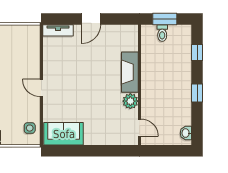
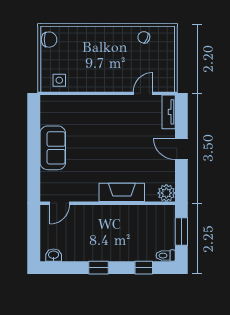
toilet: (162, 33) -> (166, 256), moved
door: (41, 88) -> (143, 93), moved
plant: (130, 101) -> (166, 193), moved
sofa: (64, 134) -> (53, 148), moved

